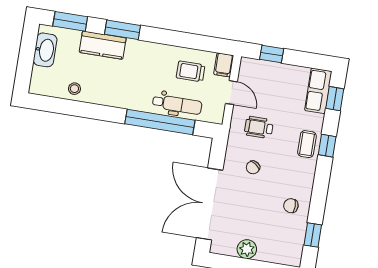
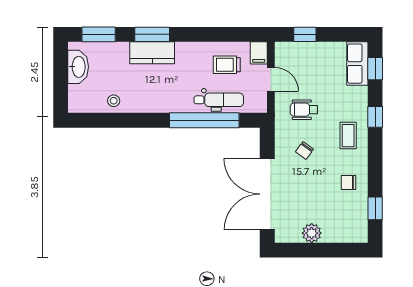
kitchen counter: (103, 45) -> (152, 53), moved
coffee table: (307, 144) -> (348, 136), moved

